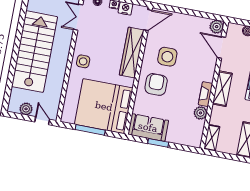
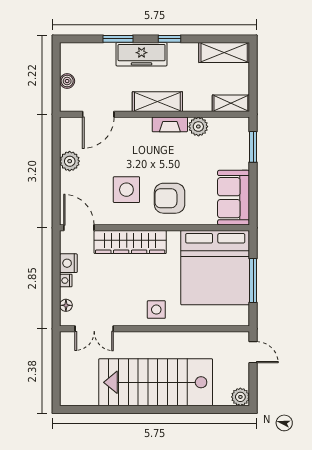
plant: (217, 27) -> (70, 161), moved
plant: (26, 109) -> (240, 397), moved
door: (42, 121) -> (253, 352), swing flipped
window: (158, 143) -> (253, 147), moved

